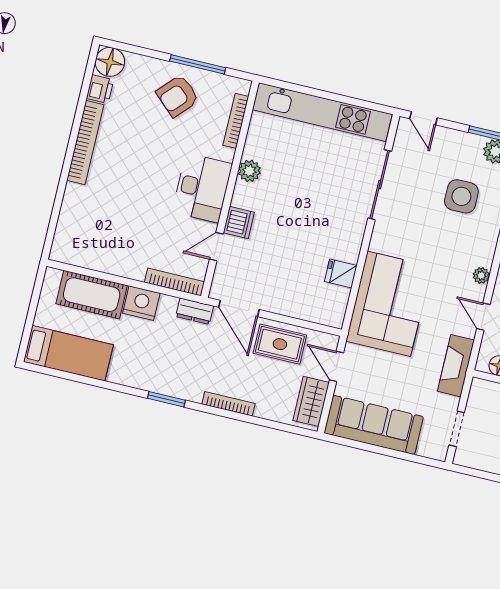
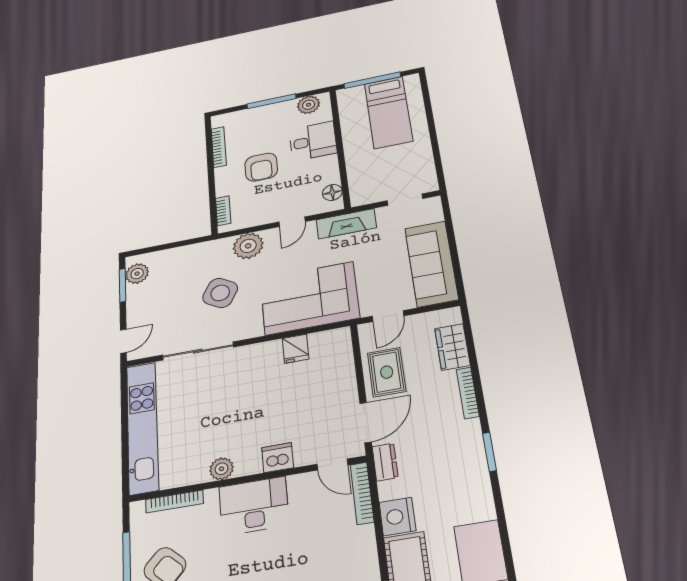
side table: (461, 196) -> (220, 293), moved, turned 30
door: (216, 247) -> (332, 465), moved
plant: (481, 275) -> (248, 246), width x1.87, depth x1.87
wardrobe: (311, 401) -> (452, 347), moved, turned 90

